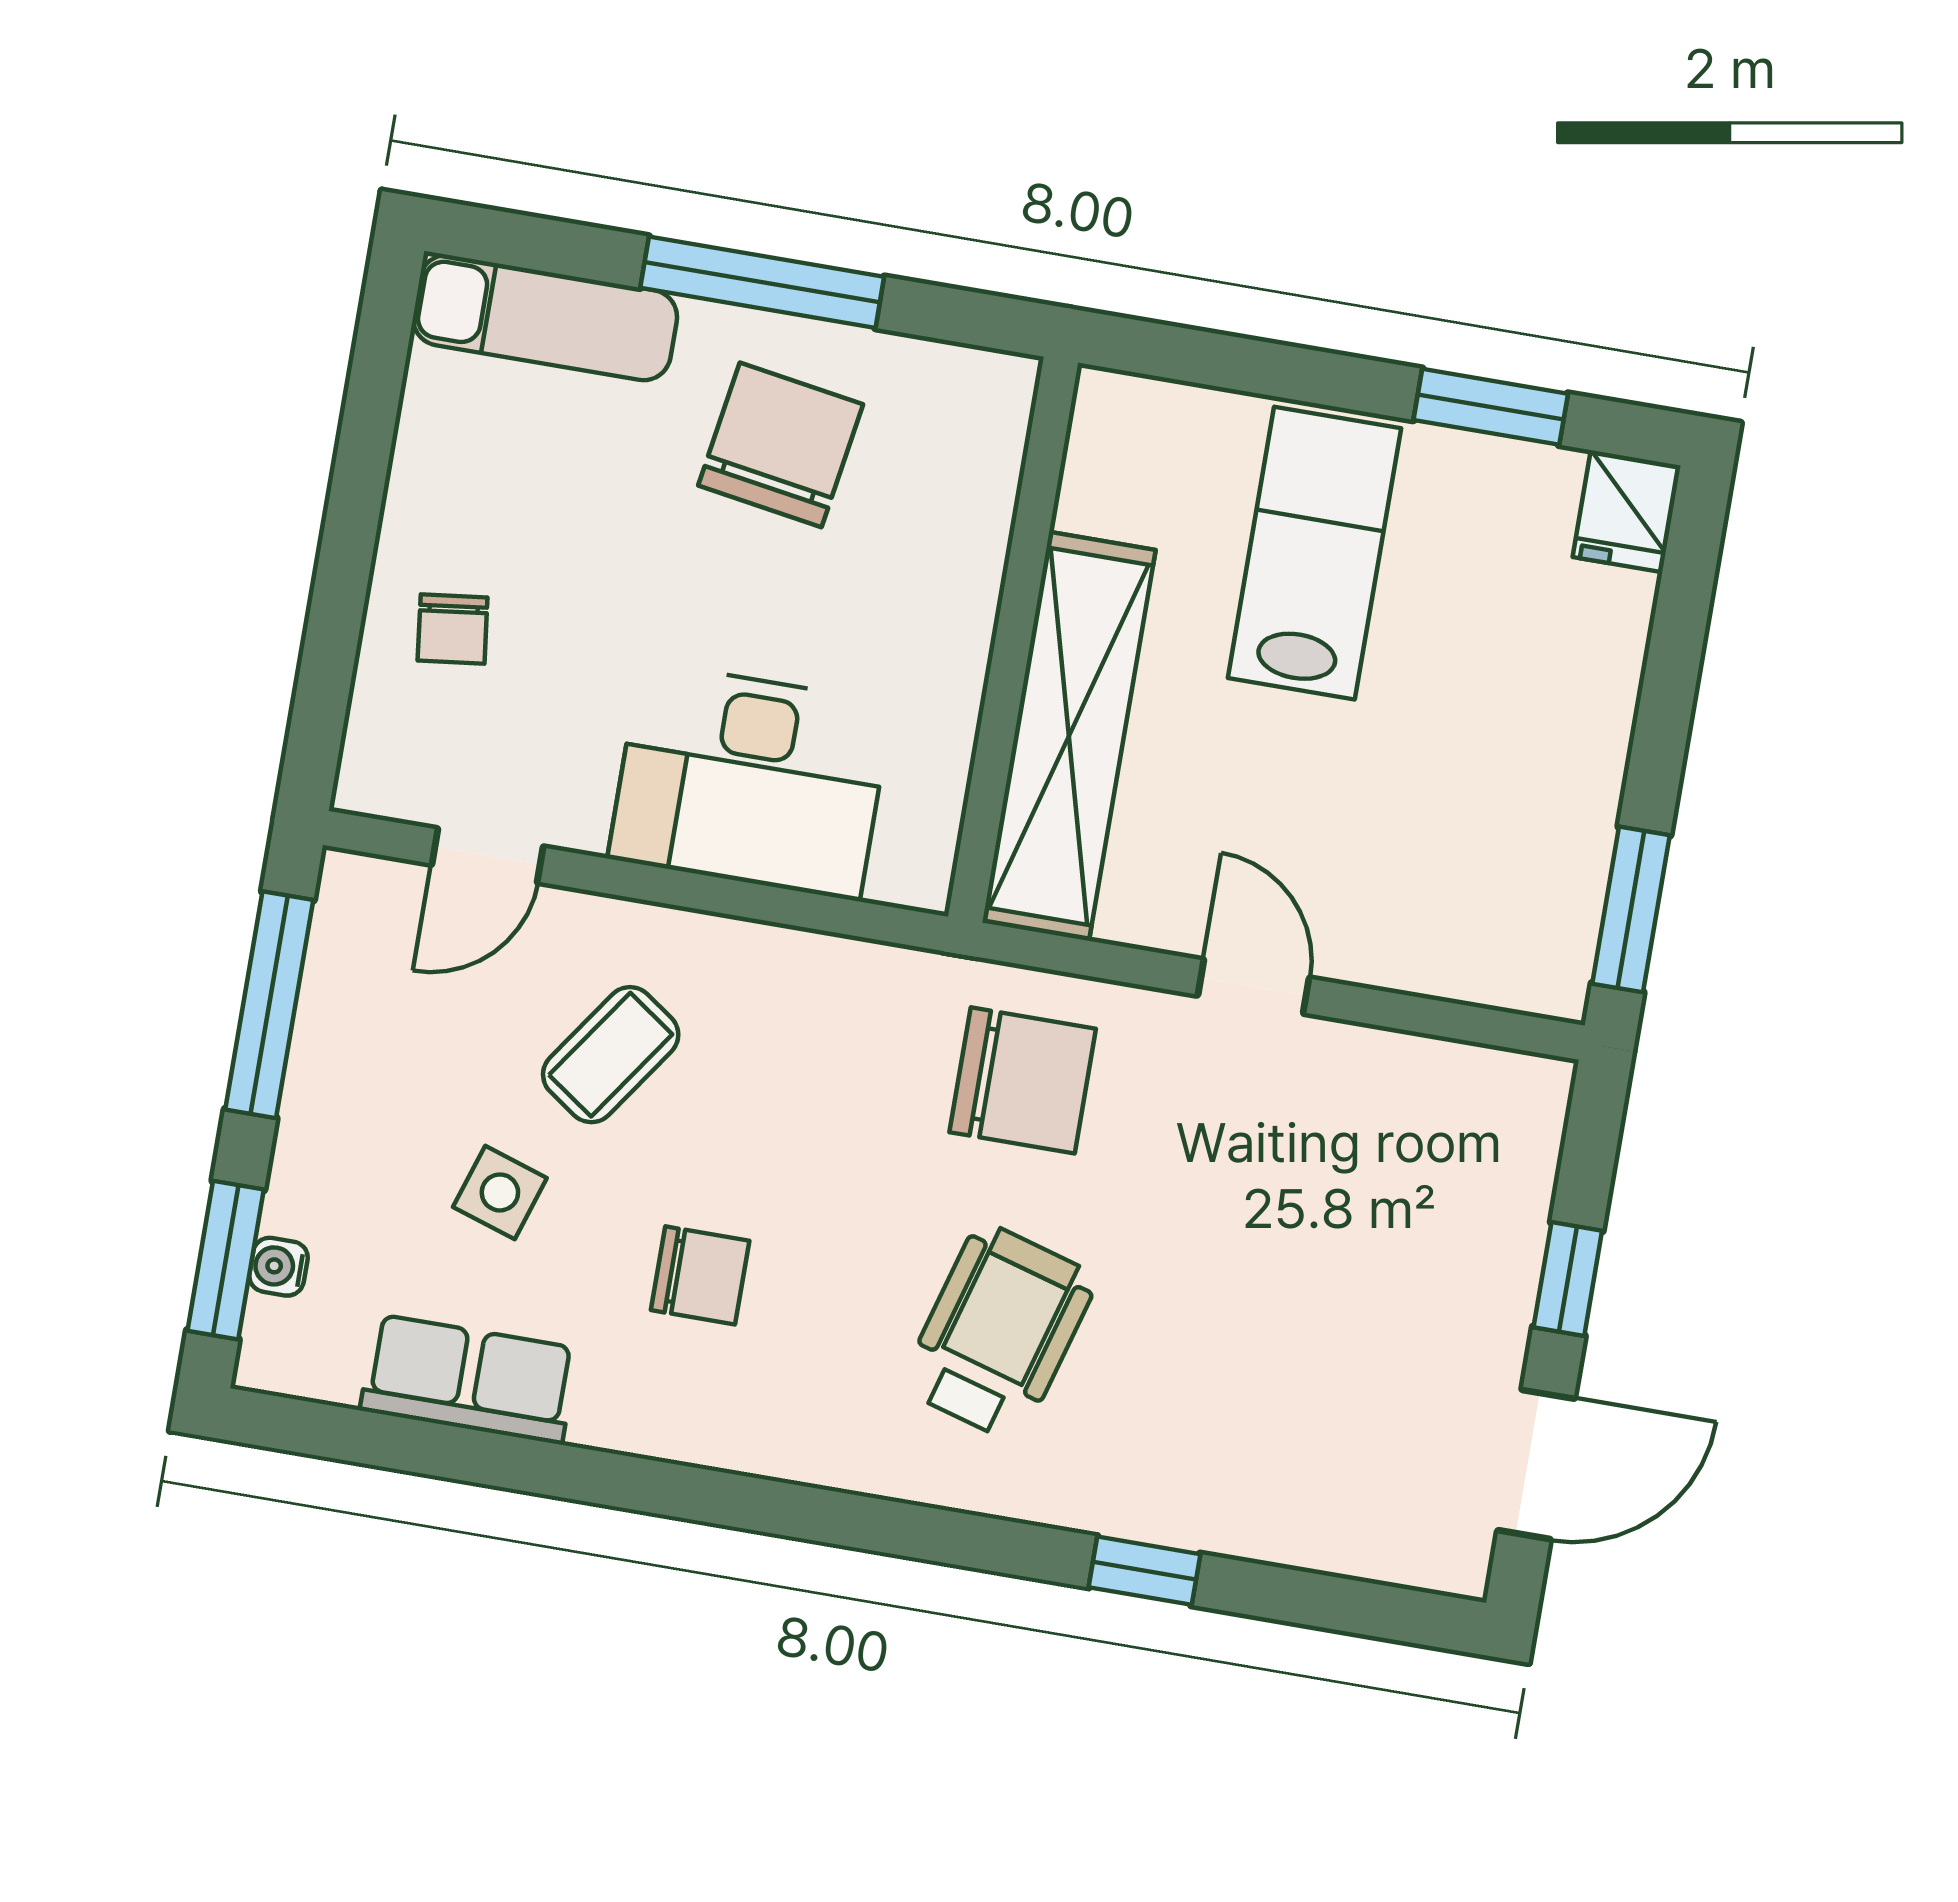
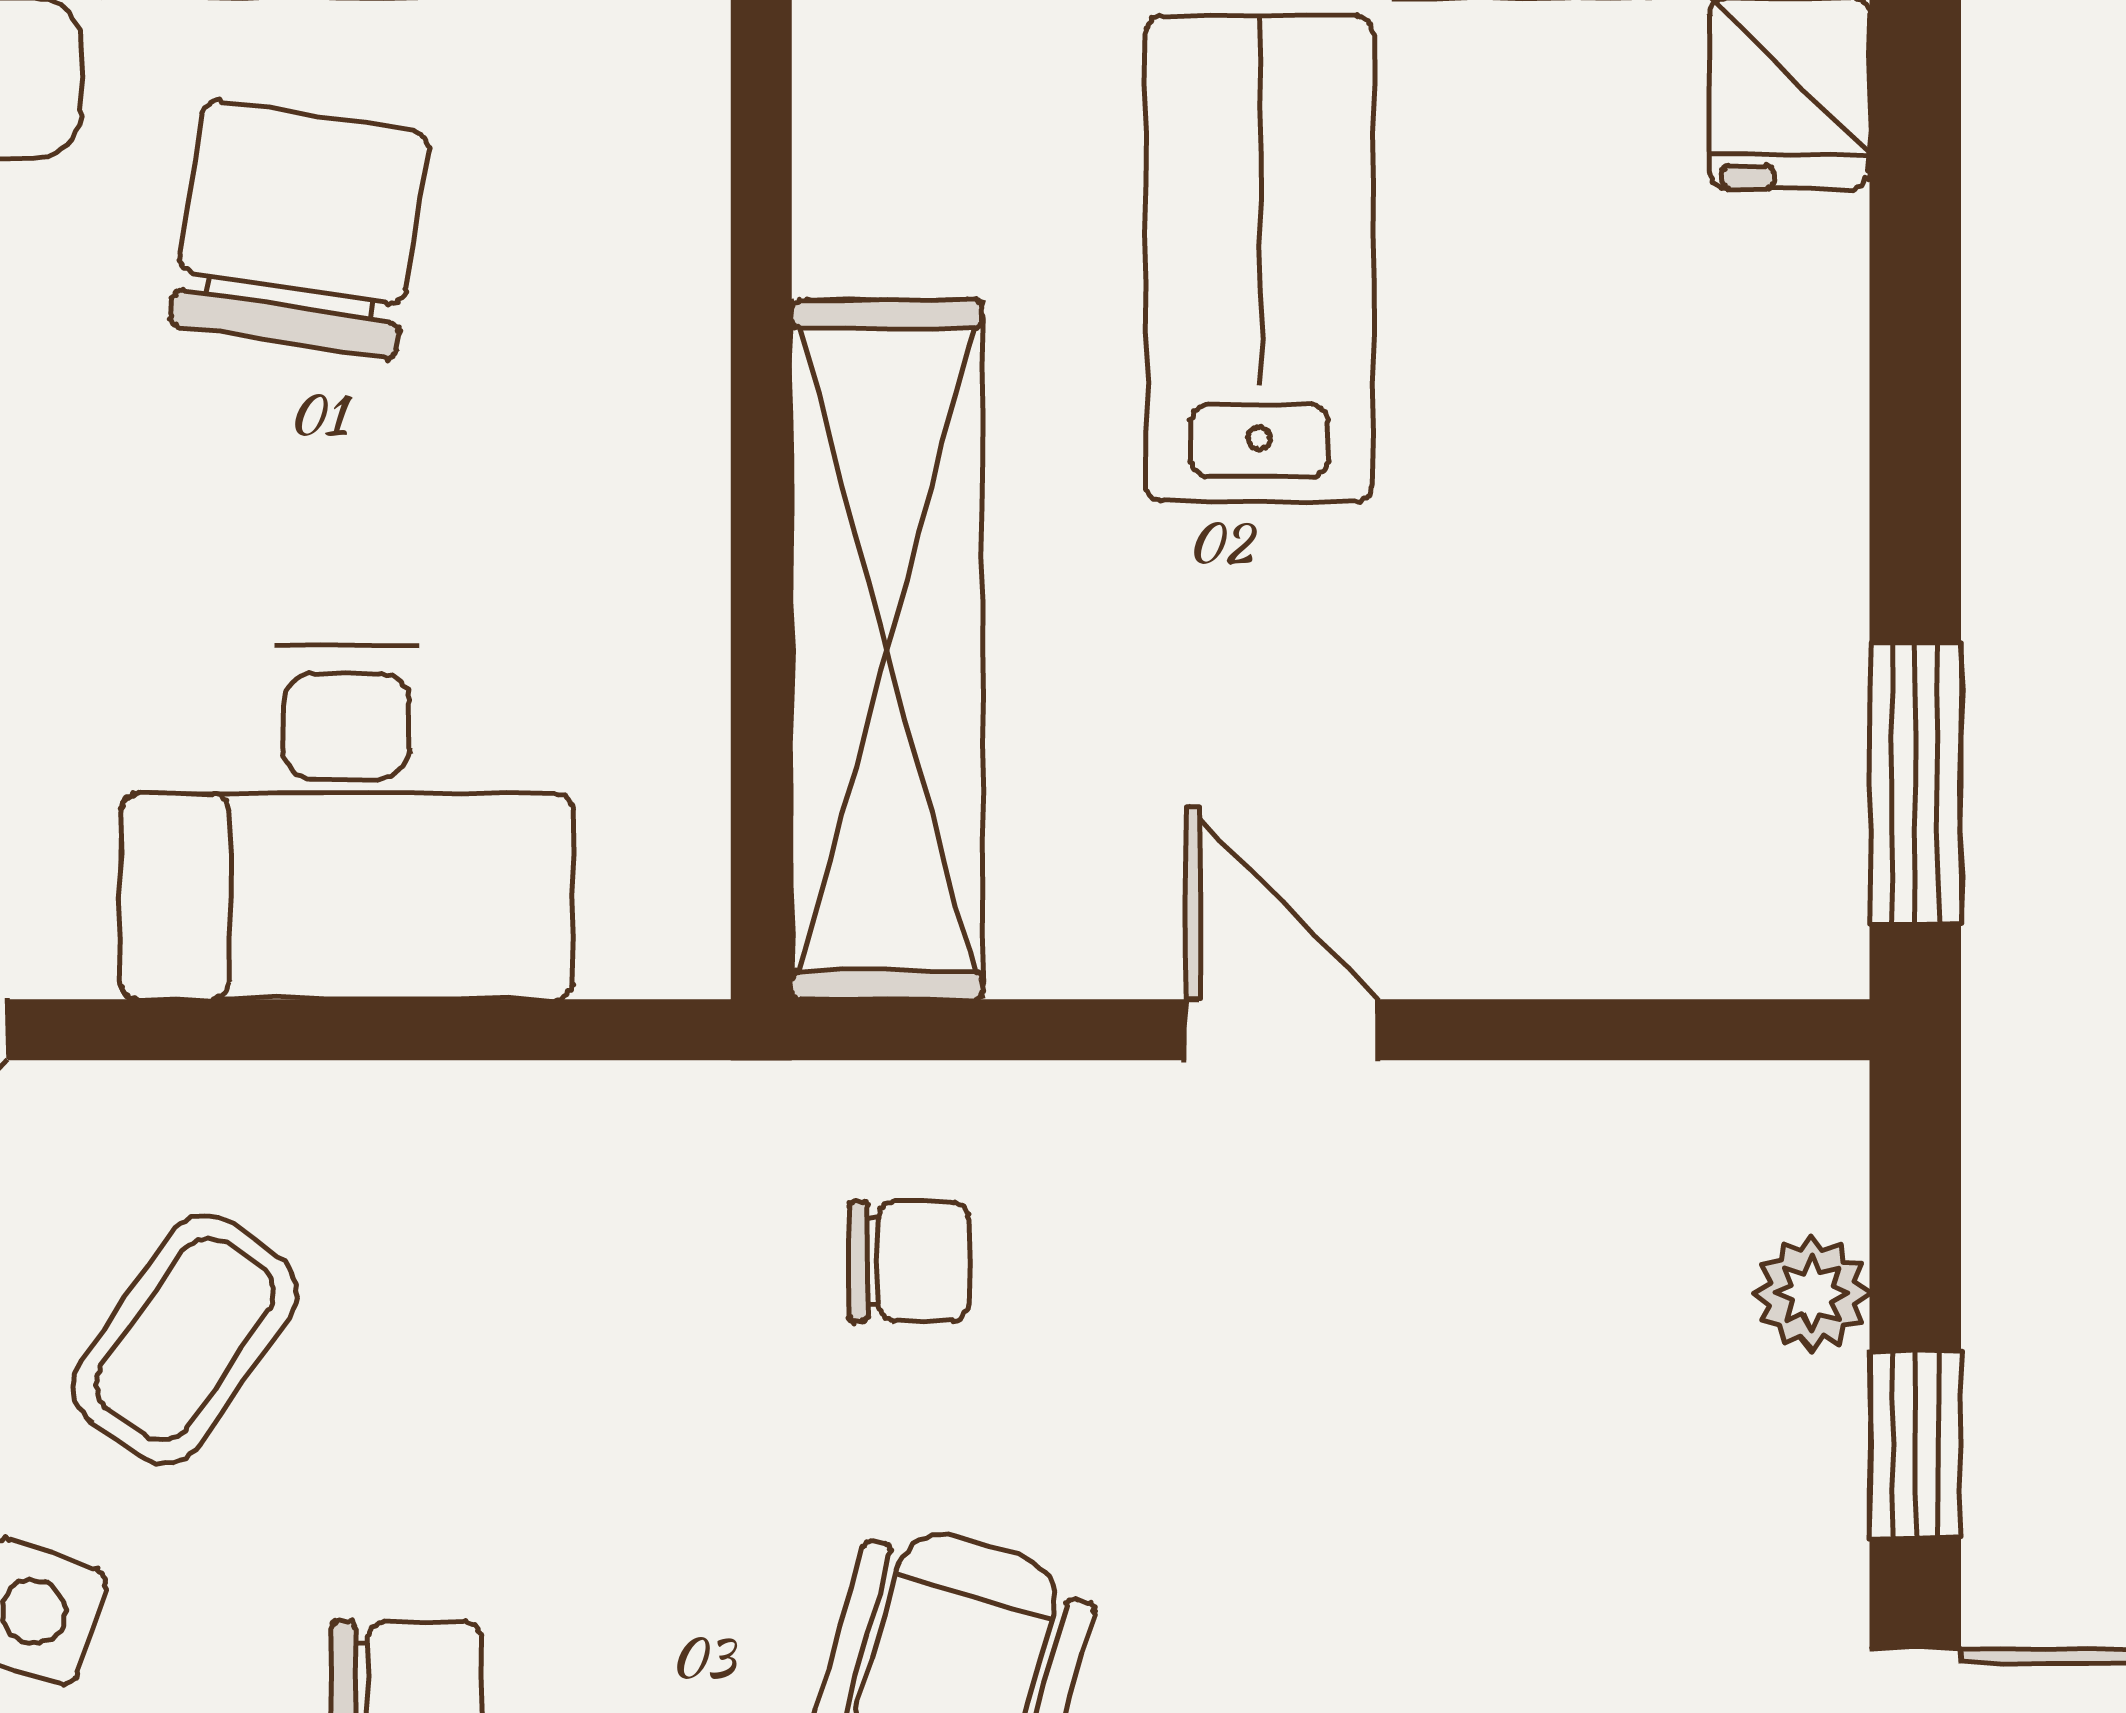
chair: (1023, 1080) -> (909, 1262), width x0.54, depth x0.54
plant: (1525, 1185) -> (1812, 1293), added

